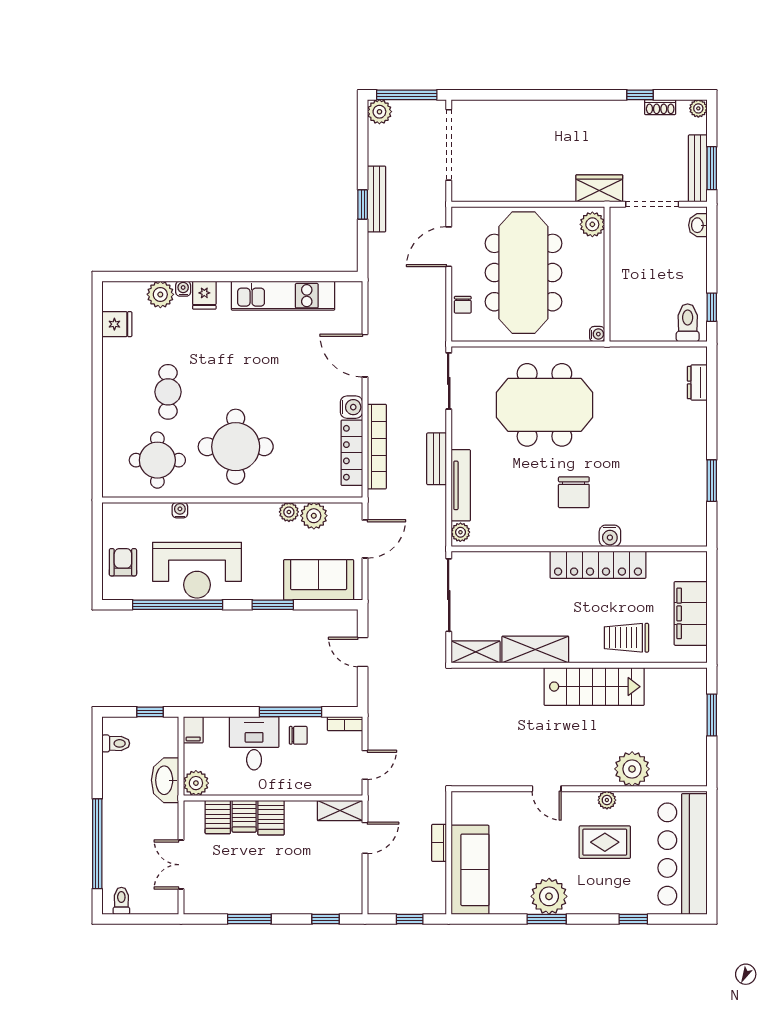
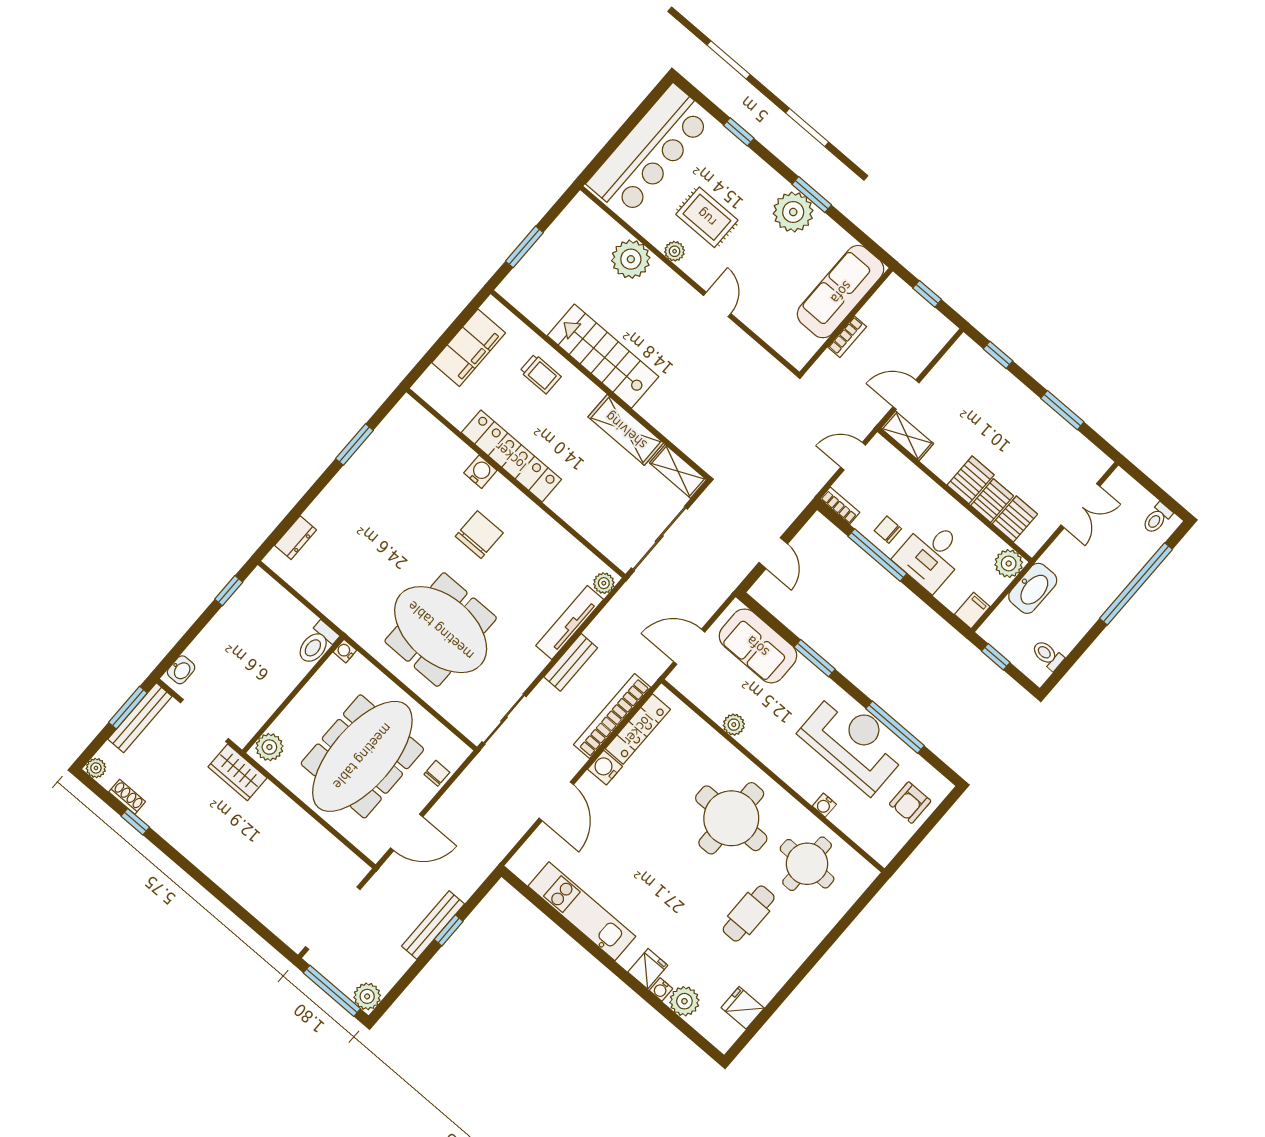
toilet: (688, 323) -> (317, 643), moved
plant: (314, 516) -> (715, 703), removed
window: (178, 605) -> (895, 727), width x0.68
trolley: (626, 638) -> (540, 374), width x0.73, depth x0.72

